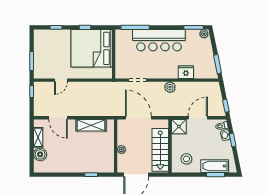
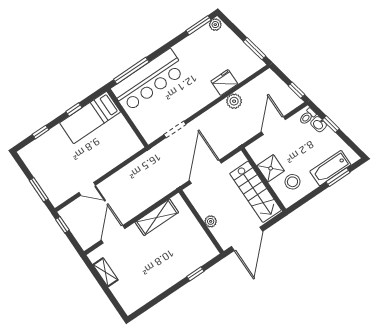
bar counter: (159, 40) -> (148, 80), moved
bed: (92, 48) -> (90, 117), width x0.49
door: (61, 80) -> (87, 189), hinge flipped
plant: (170, 87) -> (234, 101), moved
door: (58, 118) -> (113, 234), swing flipped
door: (138, 118) -> (205, 172), hinge flipped
shower: (179, 127) -> (271, 168), moved
boiler: (40, 154) -> (121, 290), removed

